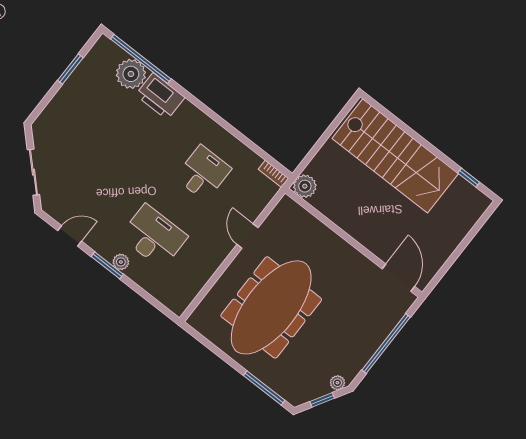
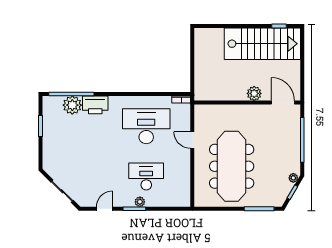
stairs: (395, 156) -> (262, 44), moved
desk: (203, 173) -> (146, 126), width x1.87, depth x1.30
plant: (305, 186) -> (254, 93), moved

